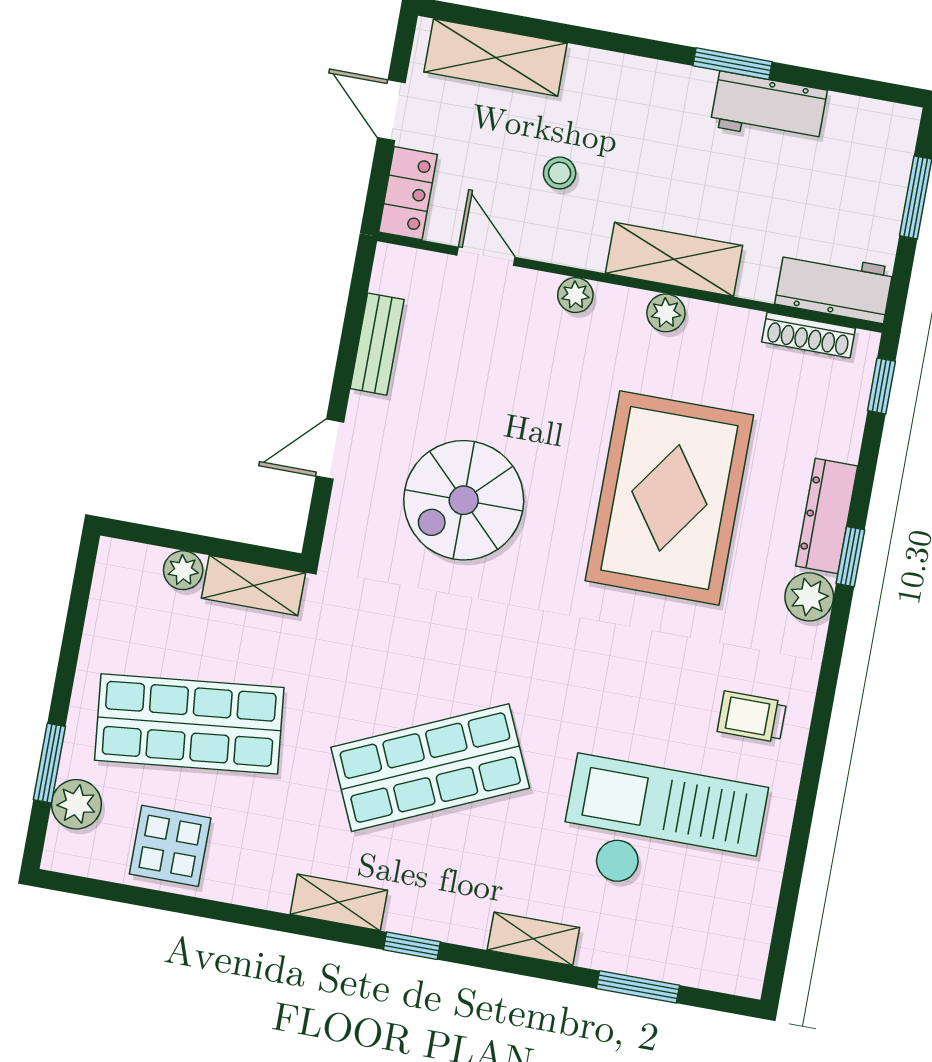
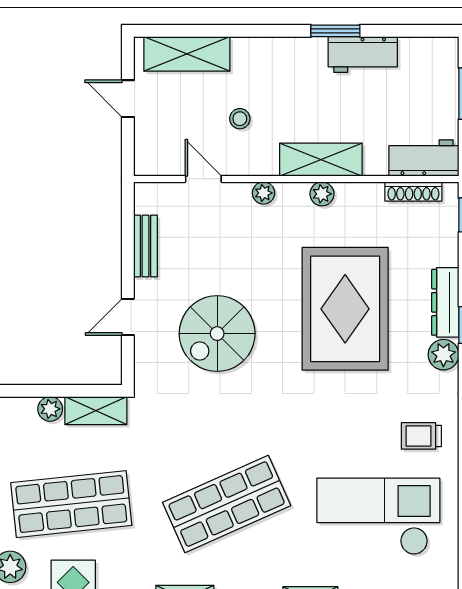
locker: (408, 193) -> (148, 148), removed

